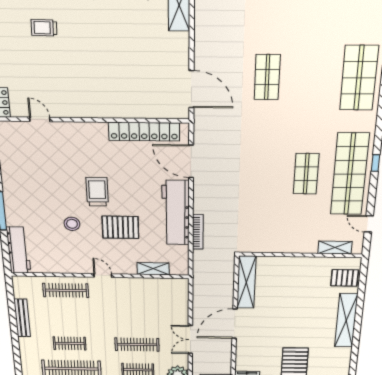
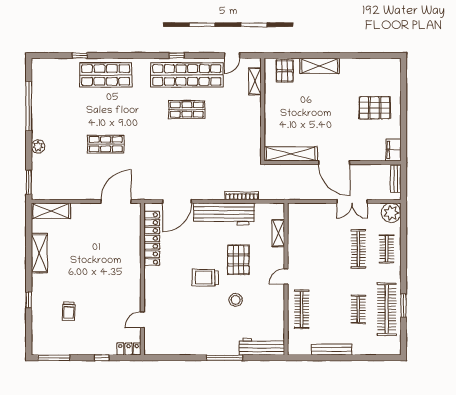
shelving: (346, 320) -> (320, 66), width x0.68

